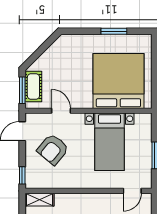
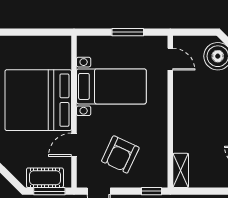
bed: (118, 81) -> (38, 100), moved
armchair: (53, 149) -> (120, 154), turned 75

